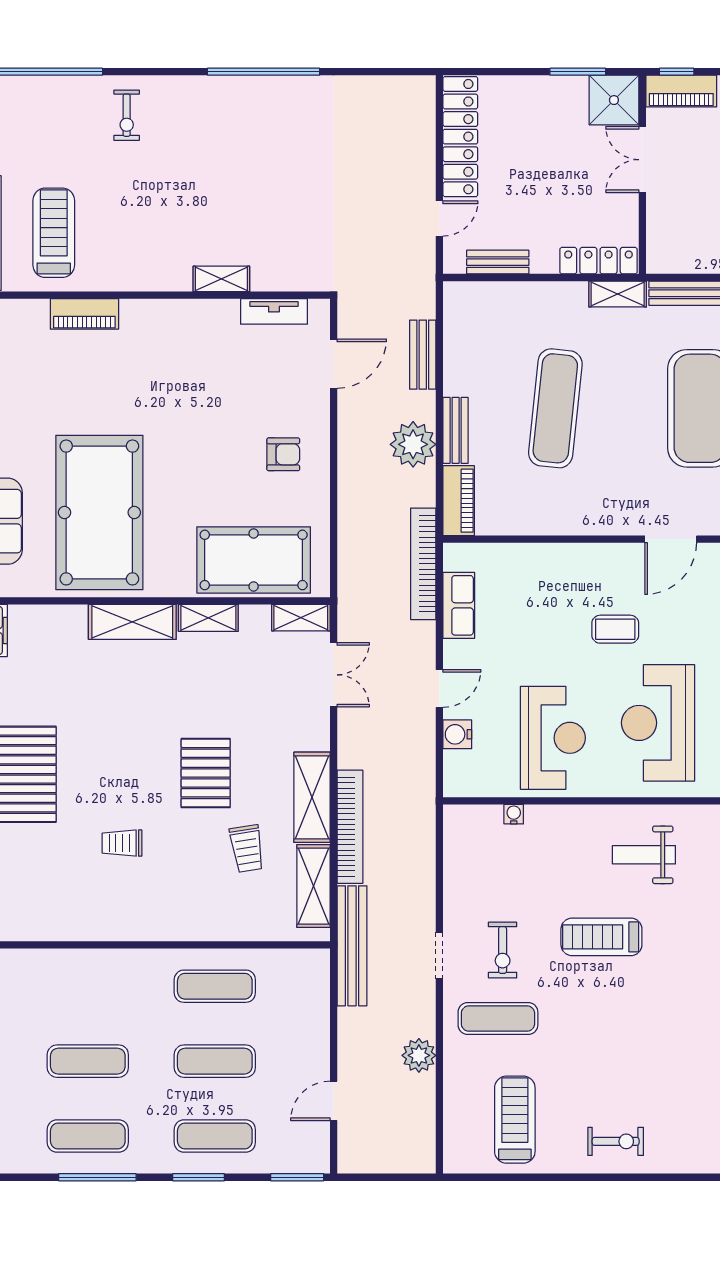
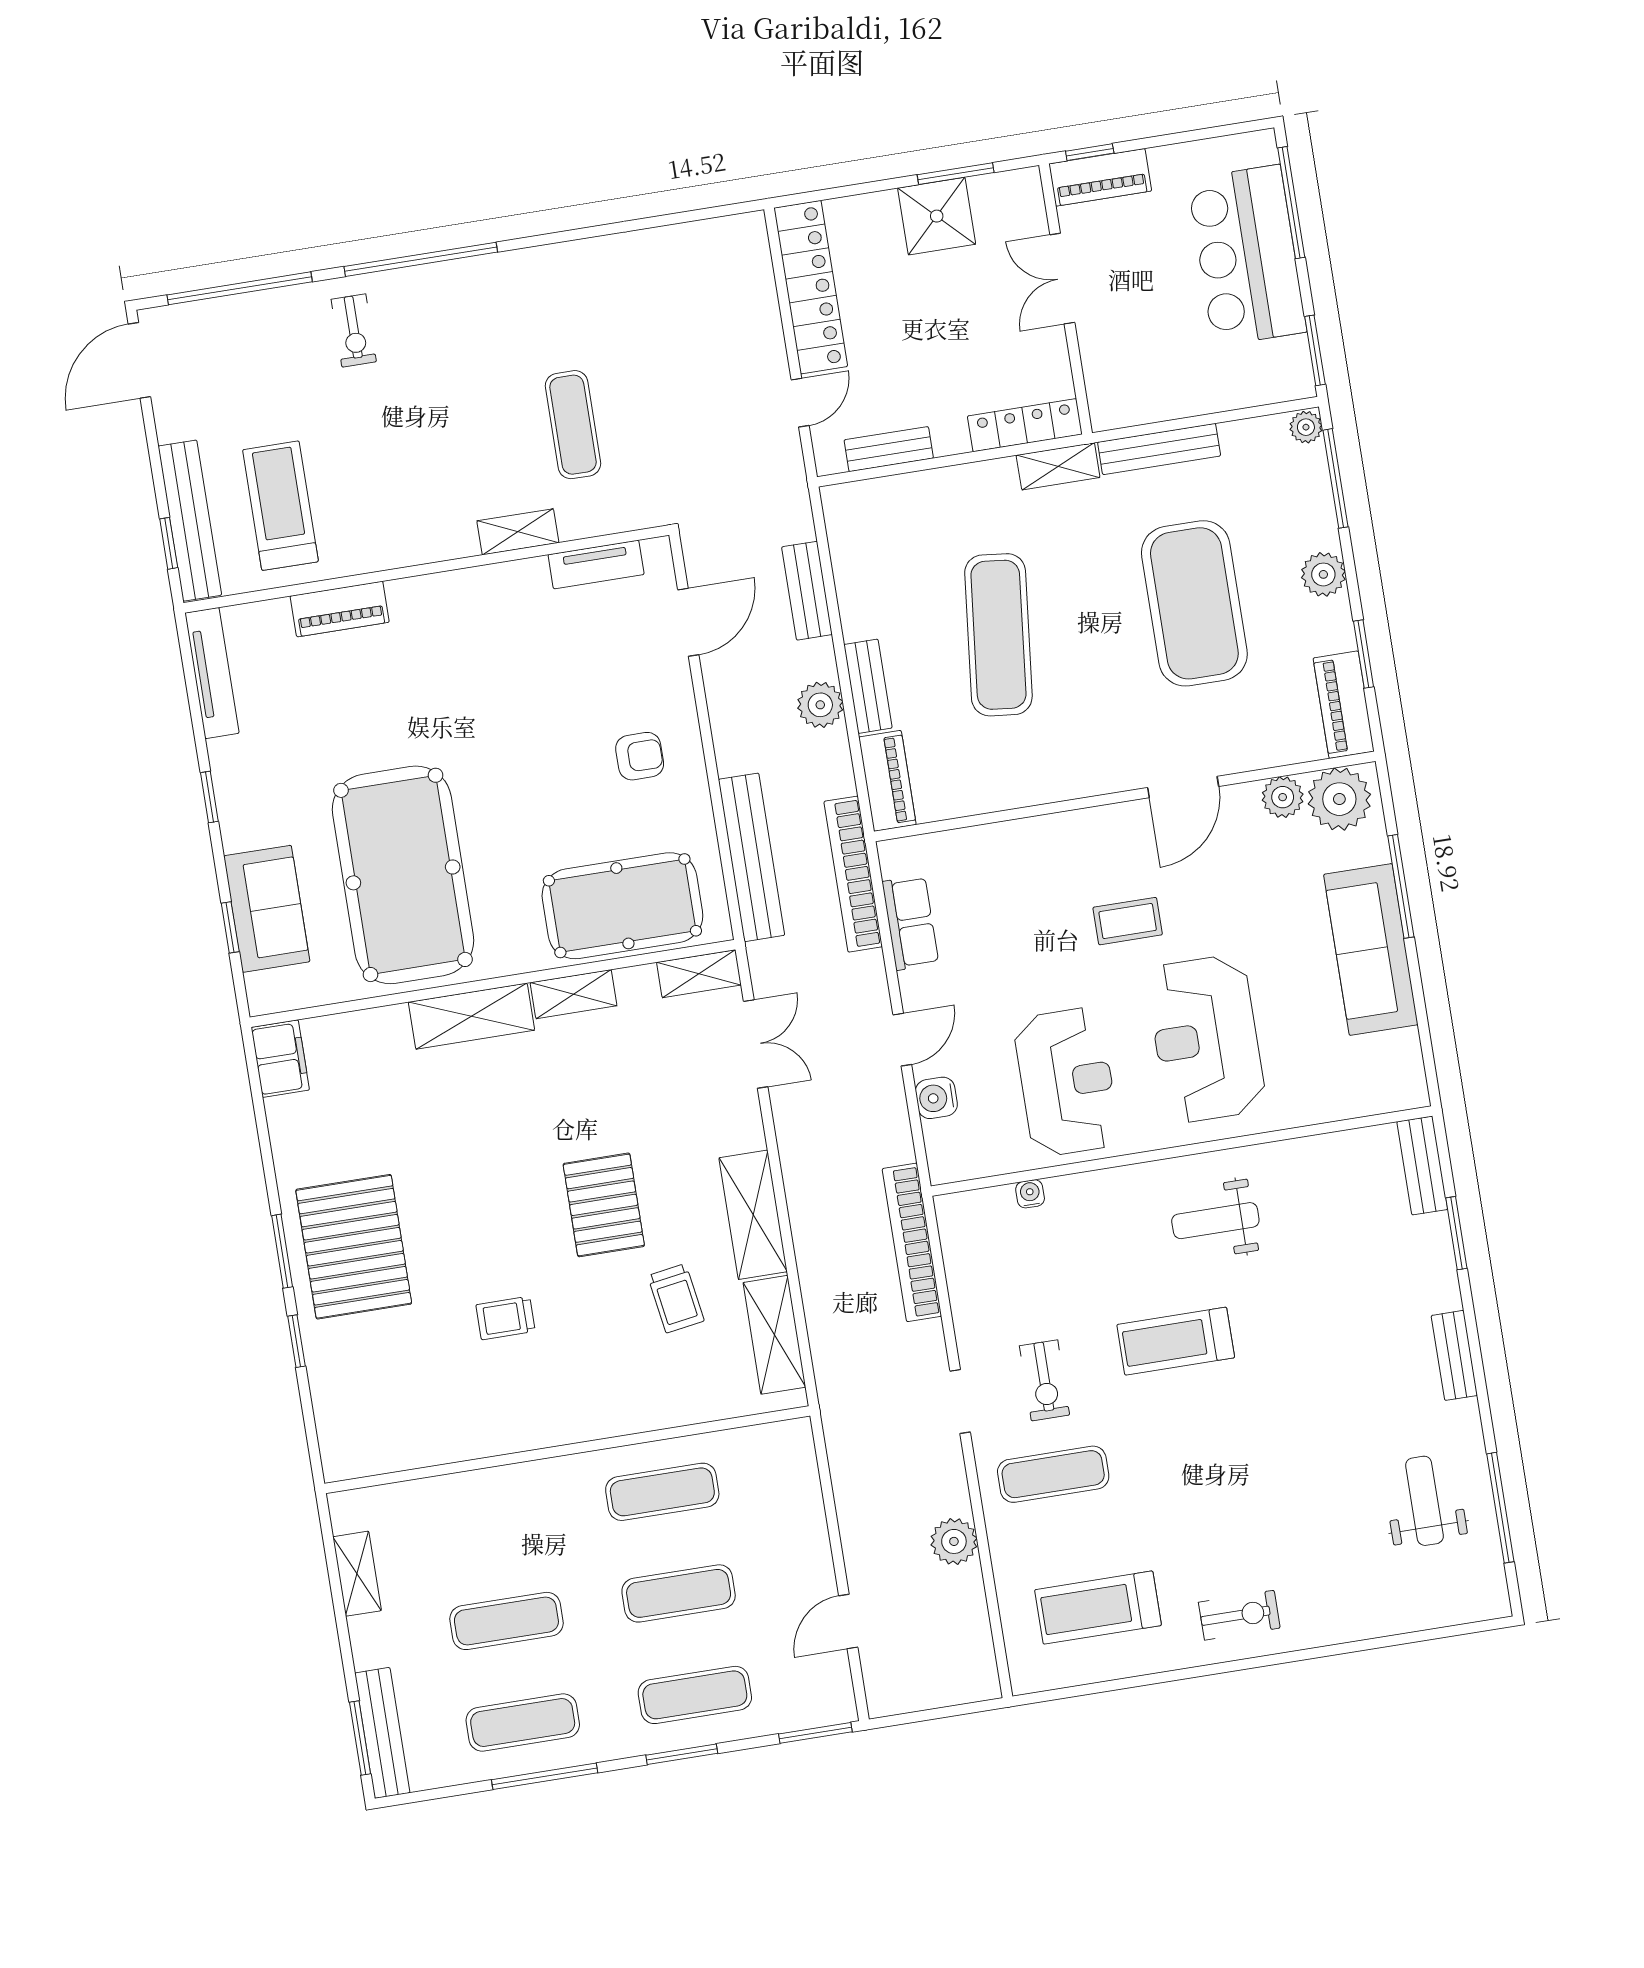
window: (264, 72) -> (421, 259), moved
shower: (614, 100) -> (937, 216), moved
exercise mat: (273, 208) -> (573, 425), added
plant: (413, 444) -> (820, 705), width x0.73, depth x0.73
bookcase: (350, 827) -> (912, 1242), moved, turned 180
bench: (352, 946) -> (751, 857), moved
treadmill: (515, 1120) -> (1098, 1608), turned -90

